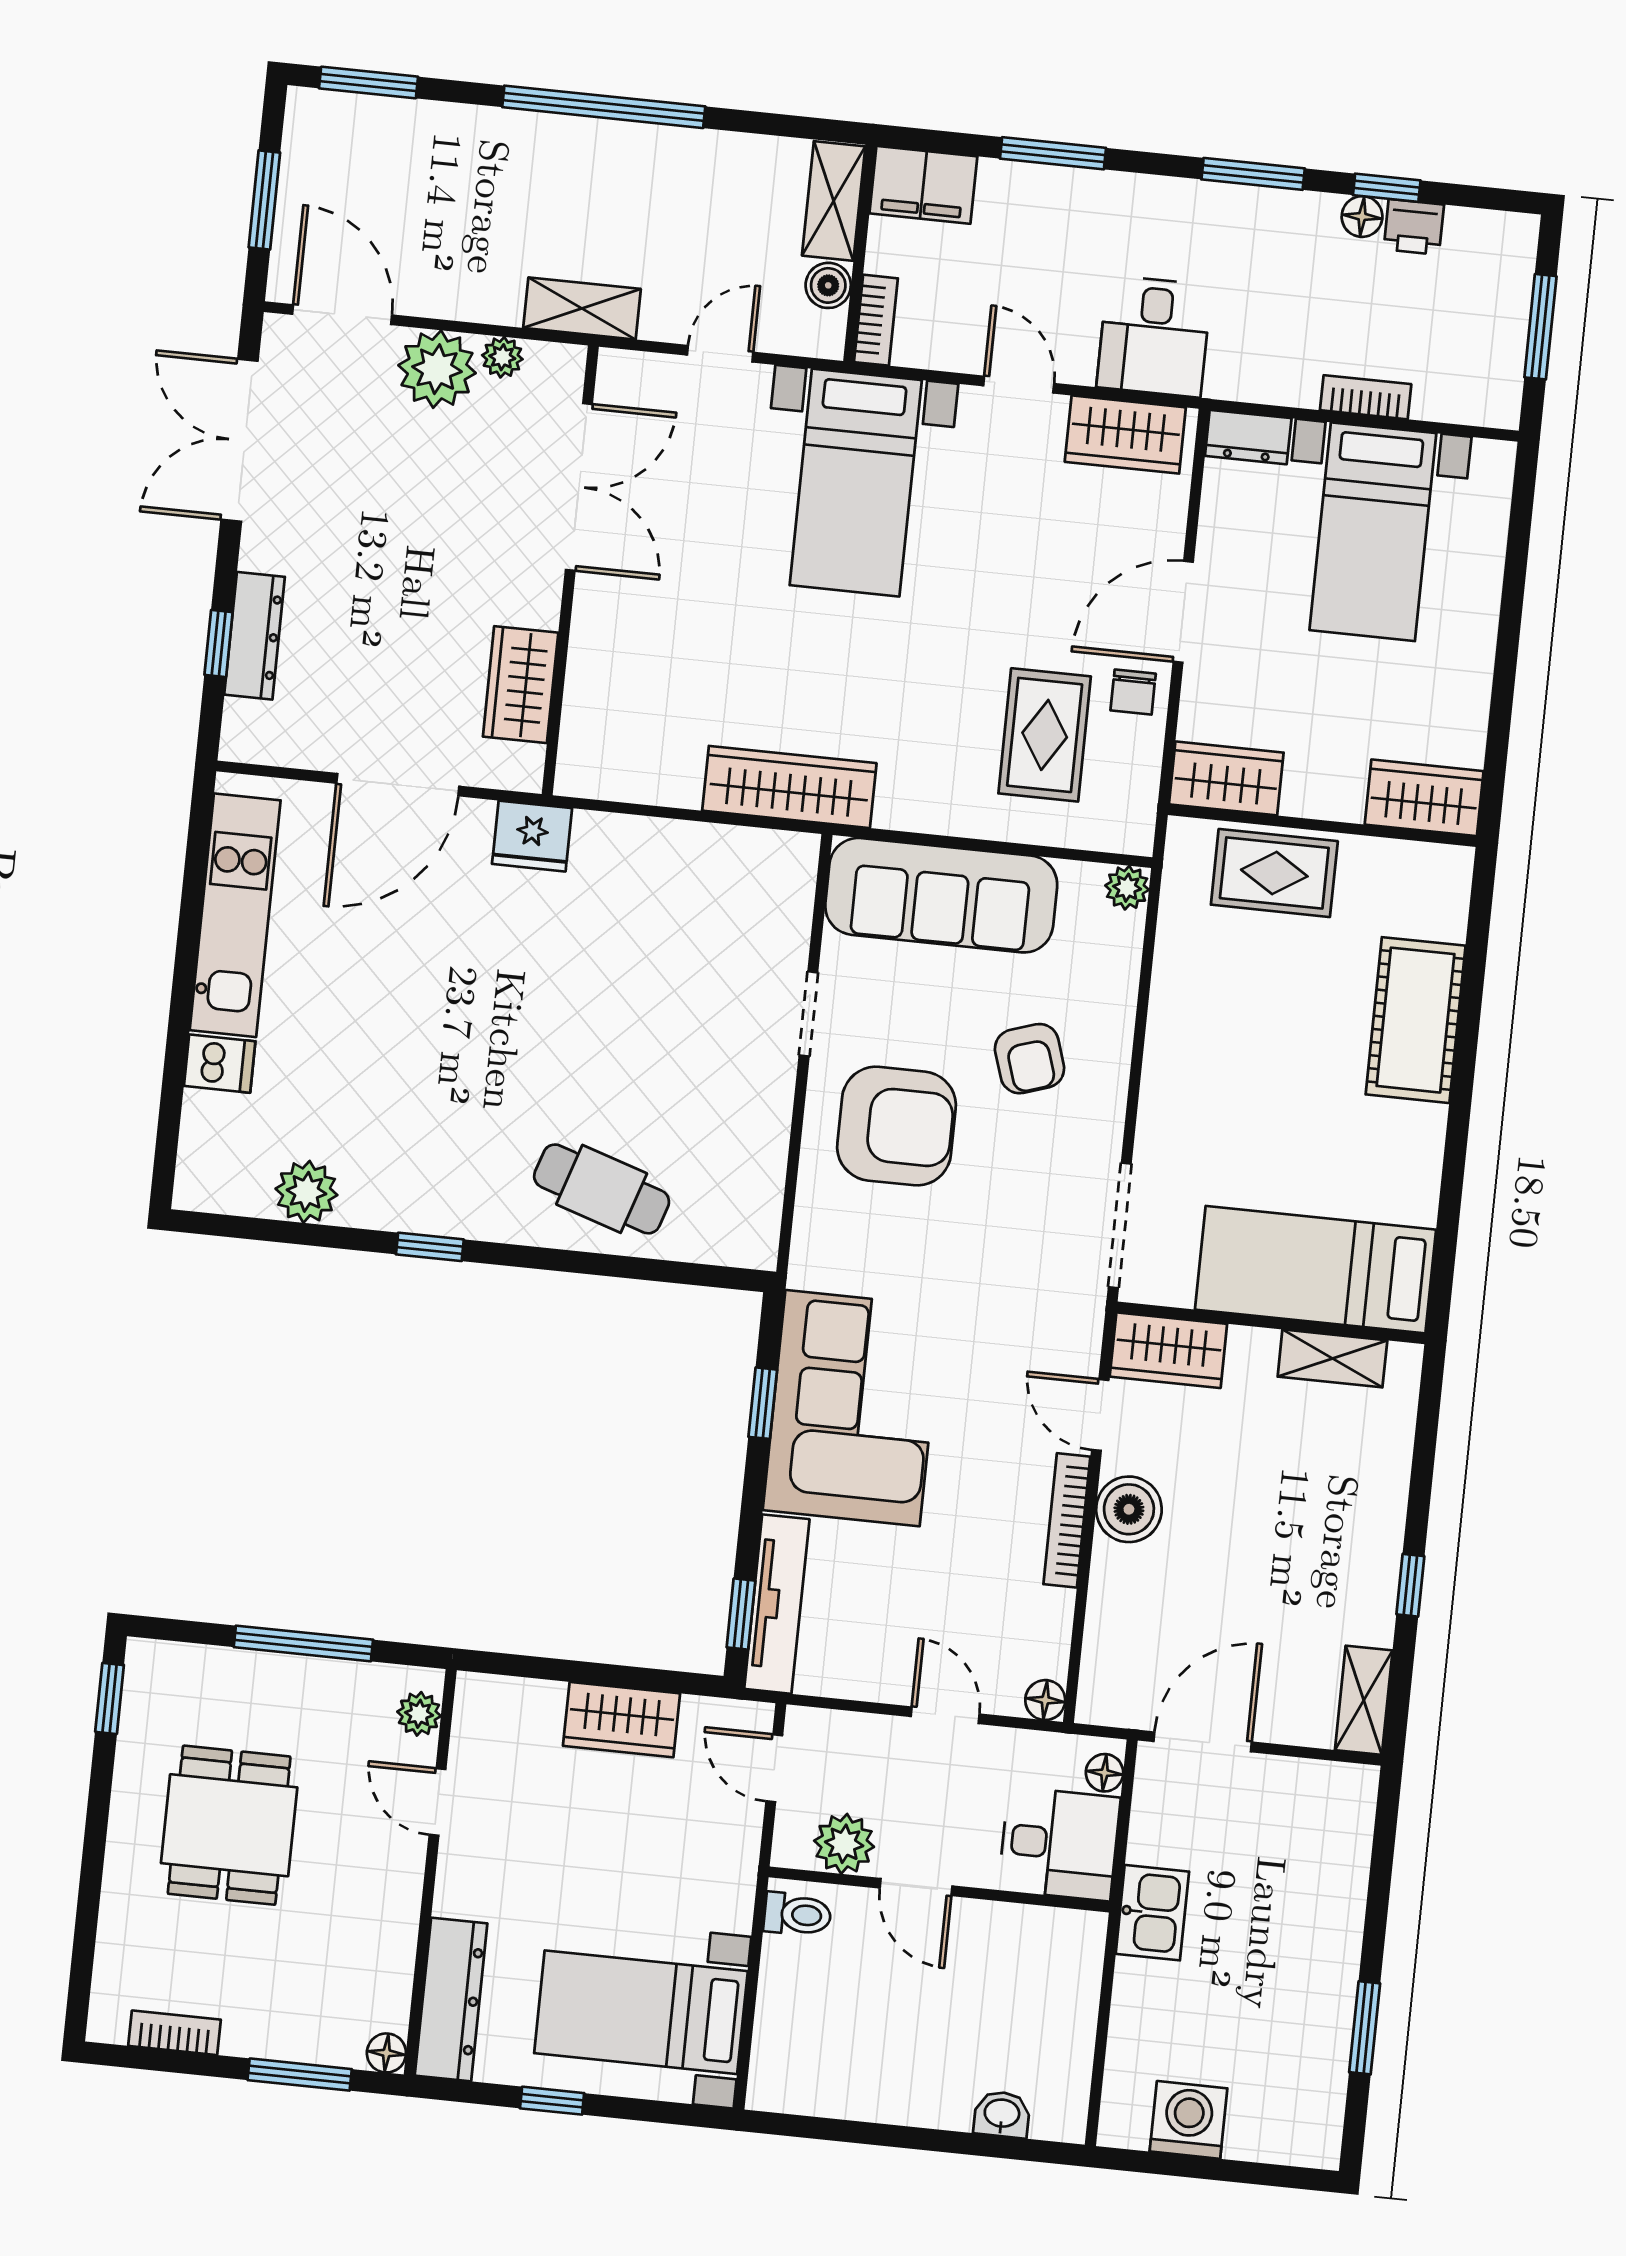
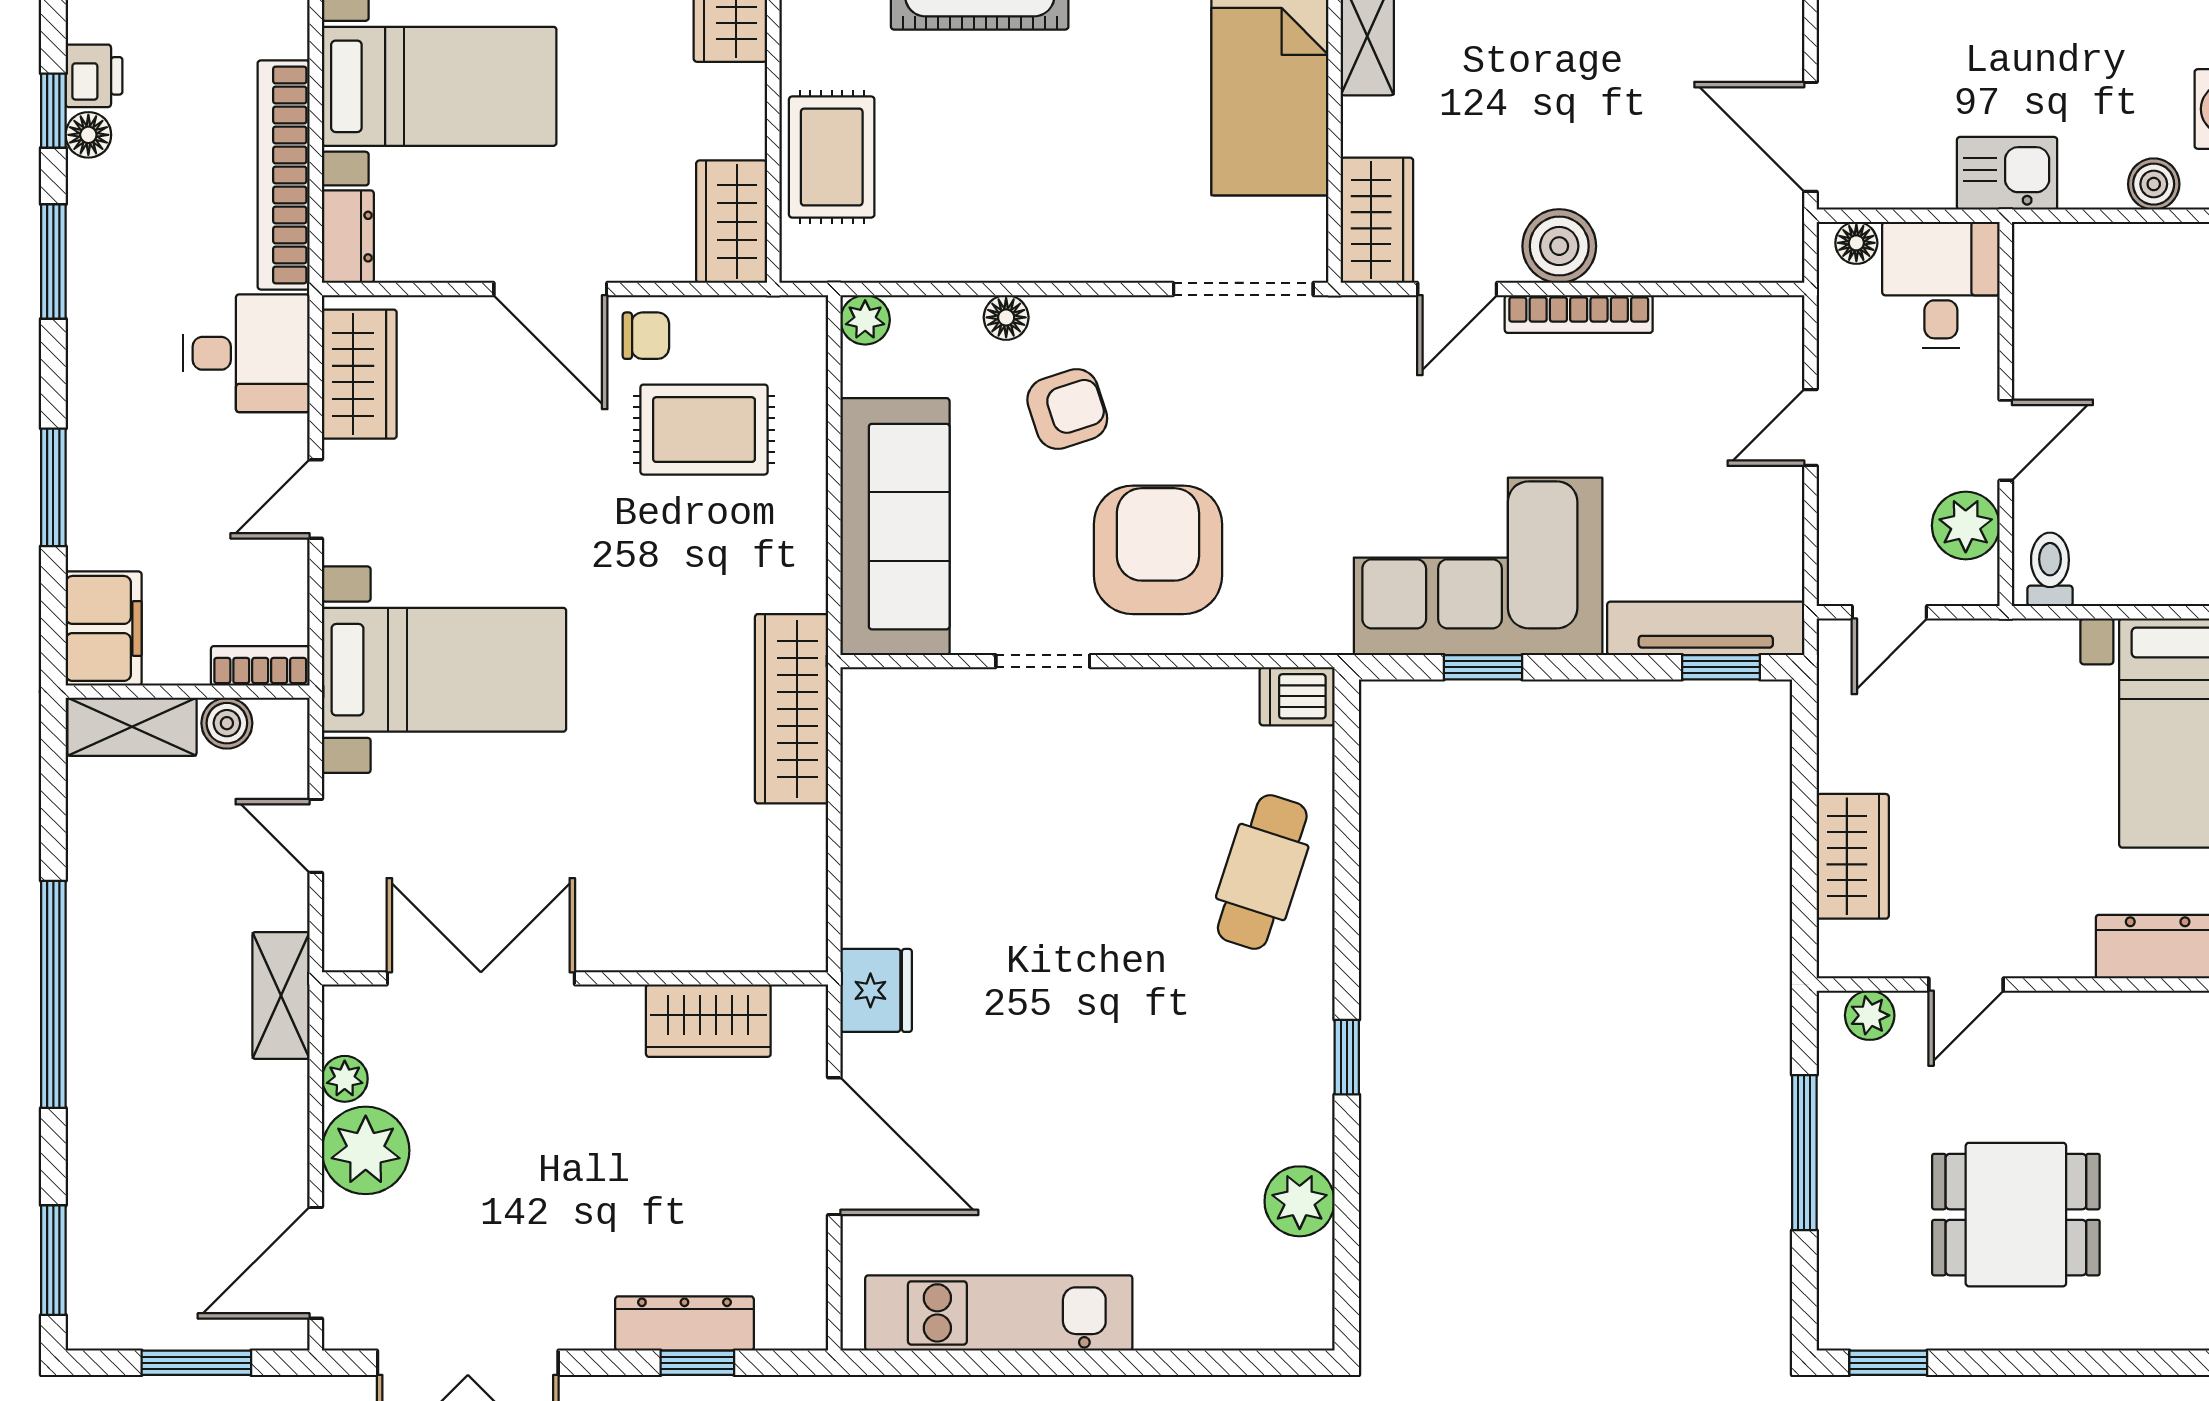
bookcase: (1366, 397) -> (284, 175), width x2.31, depth x1.31
dishwasher: (220, 1064) -> (1297, 696), moved, turned -90
floor lamp: (1045, 1700) -> (1006, 317), moved
wardrobe: (621, 1720) -> (1853, 856), moved
boiler: (1129, 2042) -> (2154, 184), added

